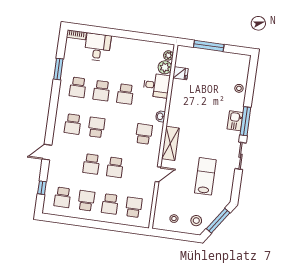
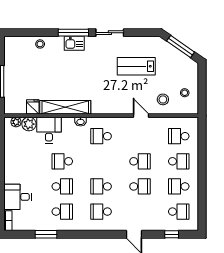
school desk: (125, 94) -> (62, 161), turned 180
school desk: (73, 124) -> (101, 212), turned 180
shelving: (170, 143) -> (65, 107), moved, width x1.47
stool: (196, 221) -> (163, 99), moved

